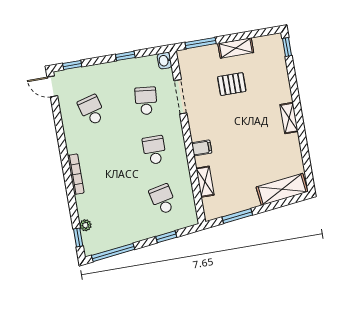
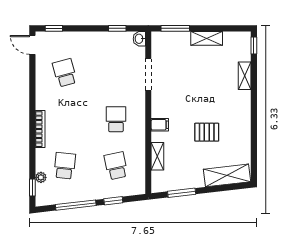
window: (125, 56) -> (117, 28), moved
pallet: (232, 84) -> (207, 132), moved
school desk: (146, 101) -> (65, 166), moved
shelving: (289, 118) -> (245, 76), moved
window: (113, 252) -> (76, 205), moved

